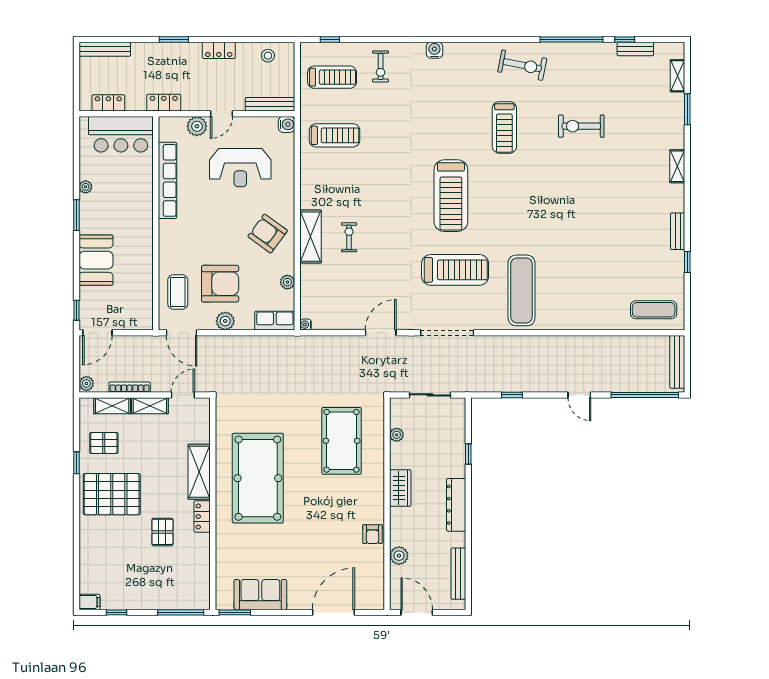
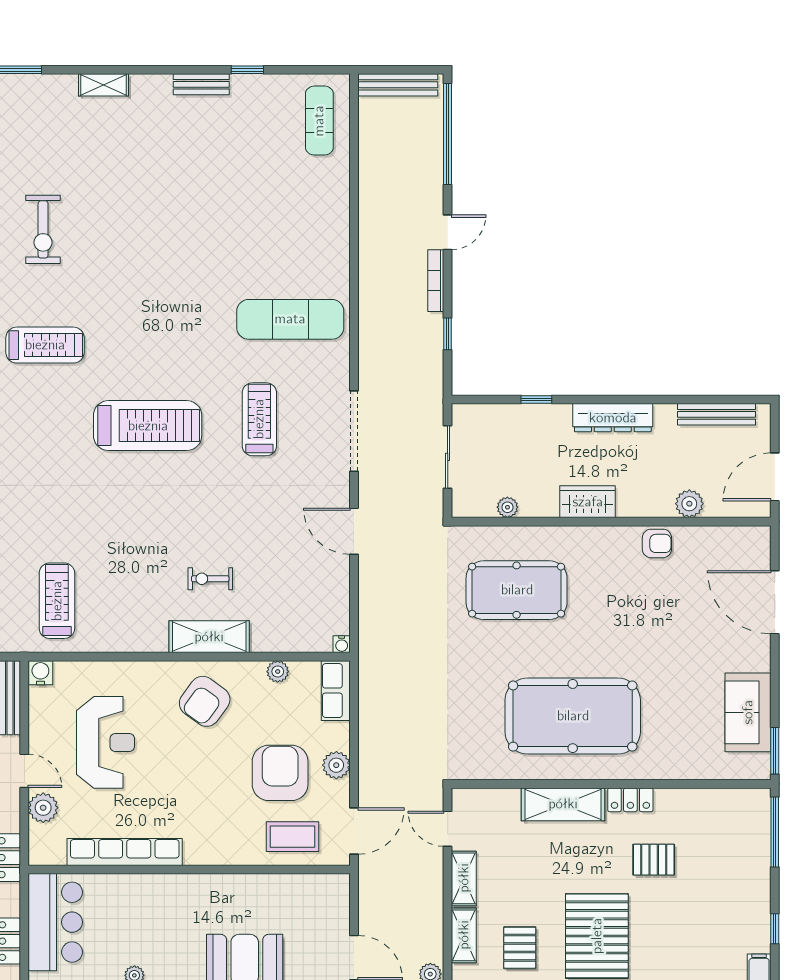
treadmill: (455, 270) -> (259, 419), width x0.73, depth x0.73
bookcase: (130, 387) -> (436, 281), moved

